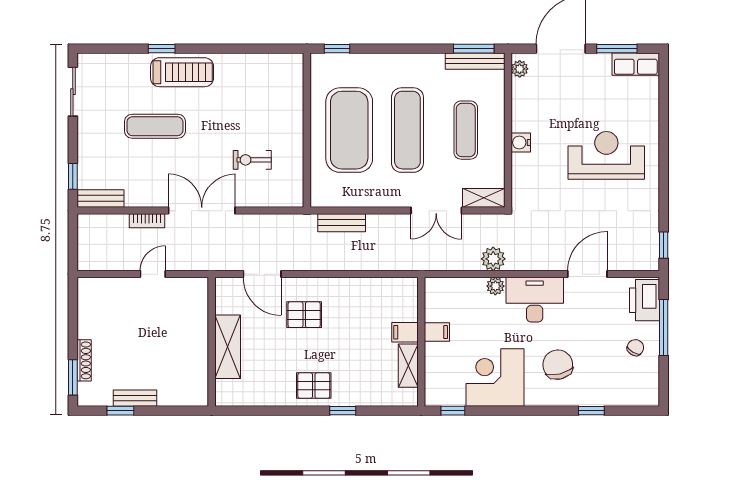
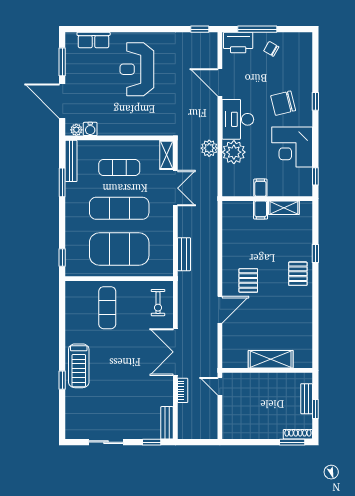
window: (474, 49) -> (62, 182), moved
row of seats: (636, 64) -> (94, 40), moved, turned 90
treadmill: (182, 72) -> (79, 366), turned 180
sliding door: (73, 92) -> (106, 442), moved
exercise mat: (155, 126) -> (107, 308), moved
water cooler: (521, 143) -> (90, 129), moved
exercise bike: (252, 160) -> (158, 303), moved
plant: (495, 286) -> (234, 152), width x1.87, depth x1.87
wall: (212, 342) -> (267, 370), moved
shelving: (228, 347) -> (271, 359), moved
shoe rack: (84, 360) -> (298, 434), moved
window: (591, 411) -> (315, 101), moved

